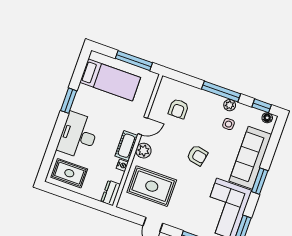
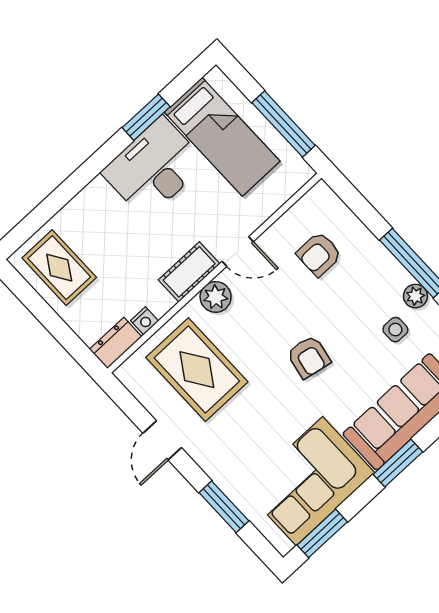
window: (69, 101) -> (146, 117), moved
desk: (78, 136) -> (154, 168), moved
nightstand: (122, 165) -> (145, 321), moved

